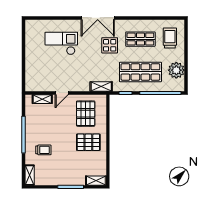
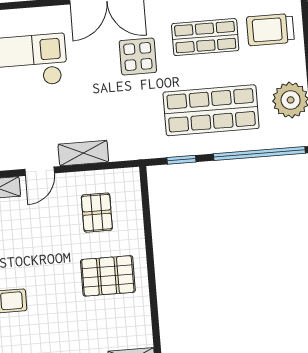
trolley: (170, 38) -> (270, 30), turned -90
shelving: (101, 87) -> (83, 153), moved
pallet: (86, 114) -> (97, 213), width x0.67, depth x0.71

